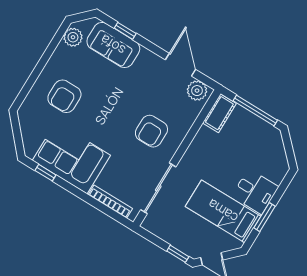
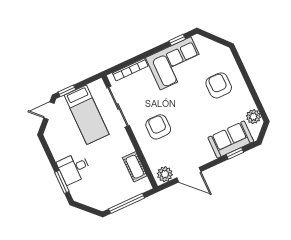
cot: (219, 113) -> (135, 167), moved
bed: (223, 211) -> (87, 115), moved, turned 90
window: (264, 217) -> (62, 182), moved

